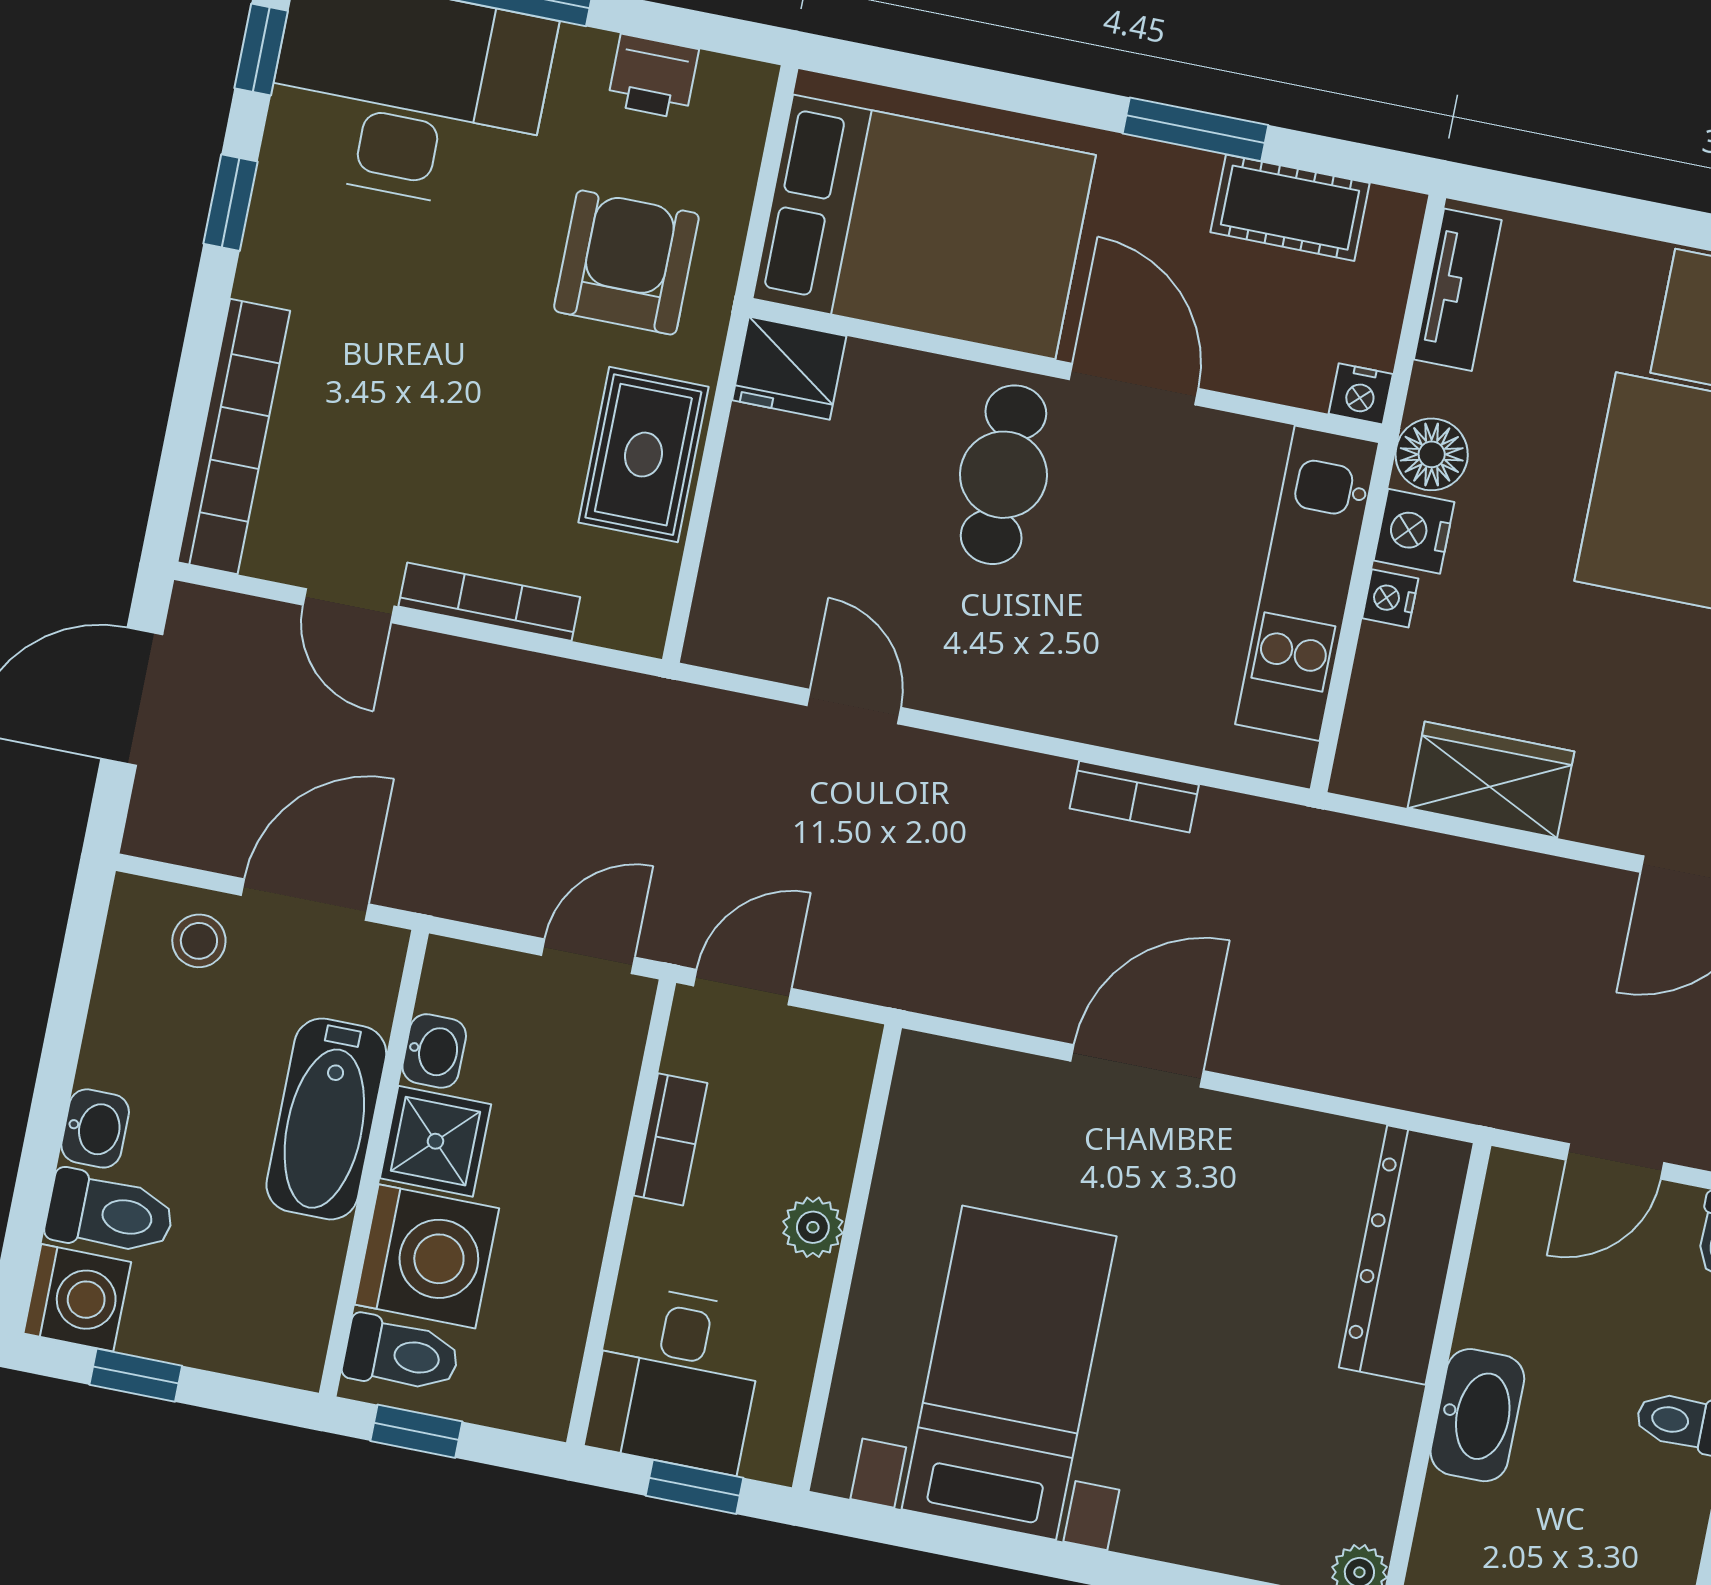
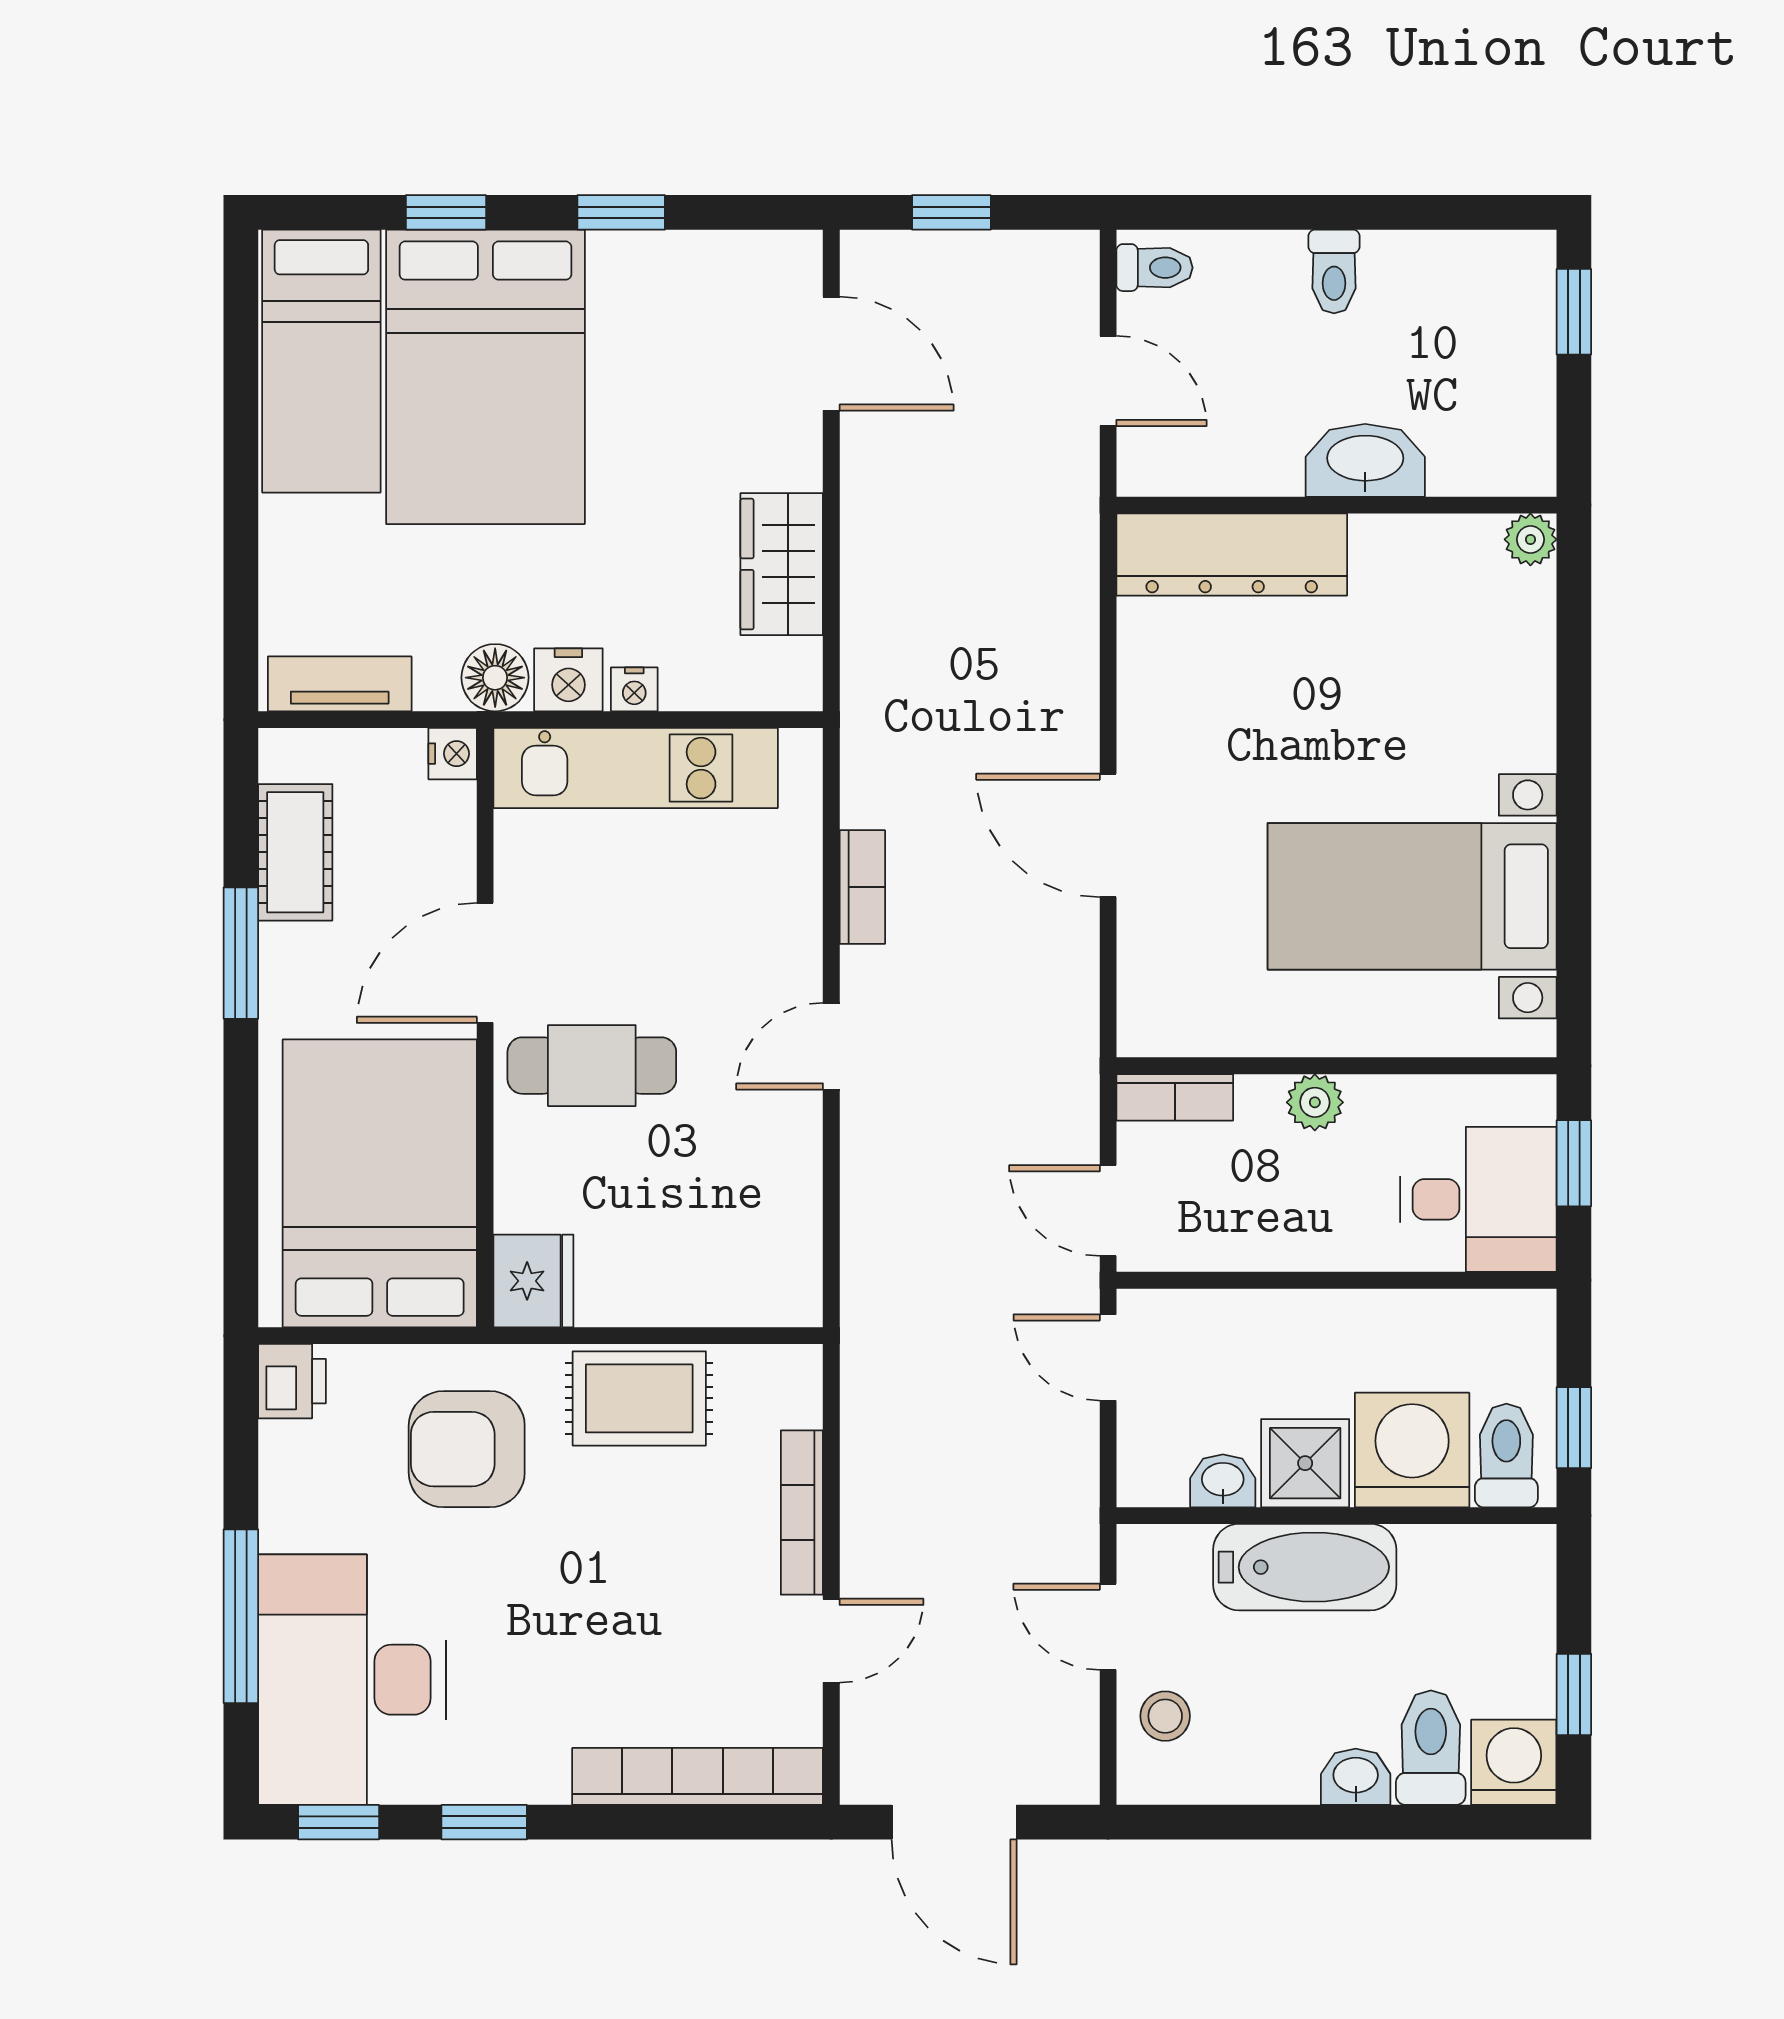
printer: (653, 77) -> (292, 1381), moved
door: (854, 707) -> (831, 1046), moved
door: (305, 900) -> (1108, 1627), width x0.73
bookcase: (671, 1139) -> (1175, 1097), moved, turned 180

